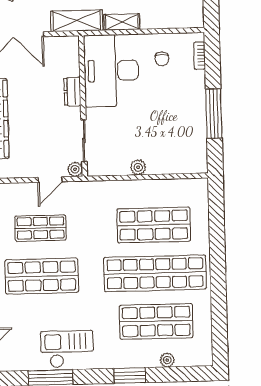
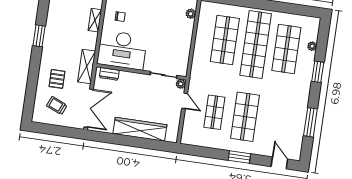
shelving: (122, 22) -> (95, 20), moved
dresser: (72, 92) -> (109, 74), moved
plant: (138, 167) -> (191, 14), moved
checkout: (67, 349) -> (294, 109), removed

